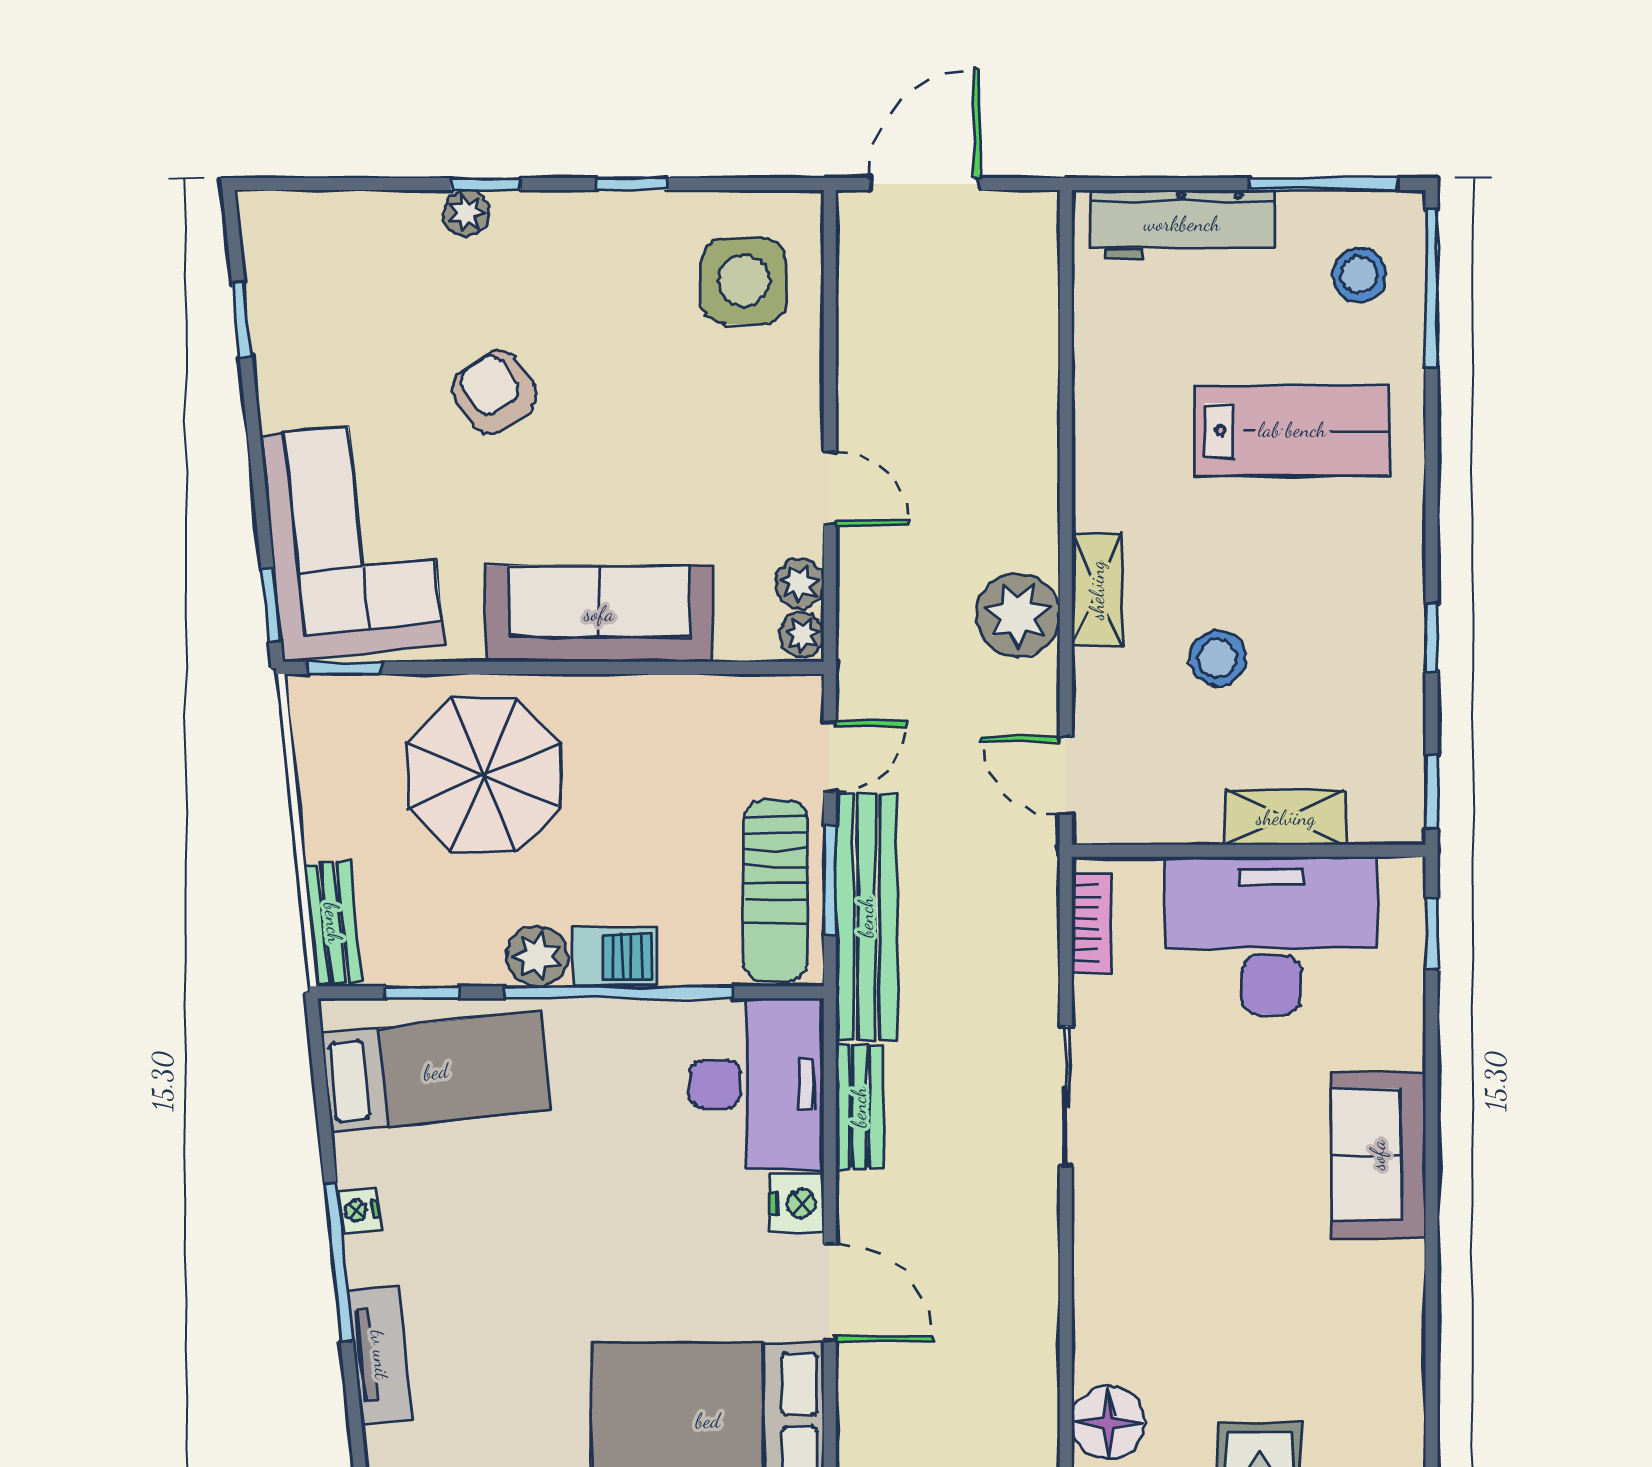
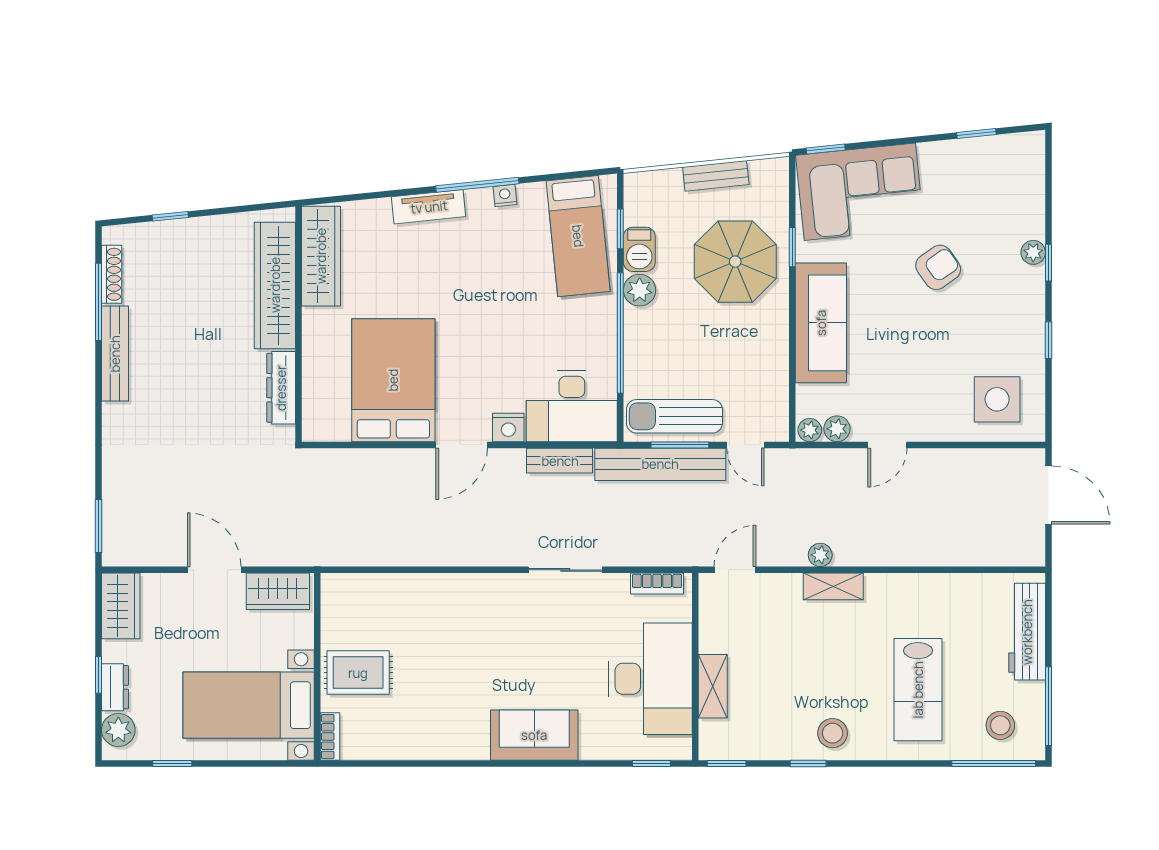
plant: (1018, 615) -> (820, 555), width x0.53, depth x0.53
stool: (1218, 658) -> (833, 733), moved
window: (345, 668) -> (792, 247), moved
bench: (333, 923) -> (716, 176), moved
barbecue: (615, 957) -> (639, 249), moved
floor lamp: (1108, 1422) -> (393, 592), removed

